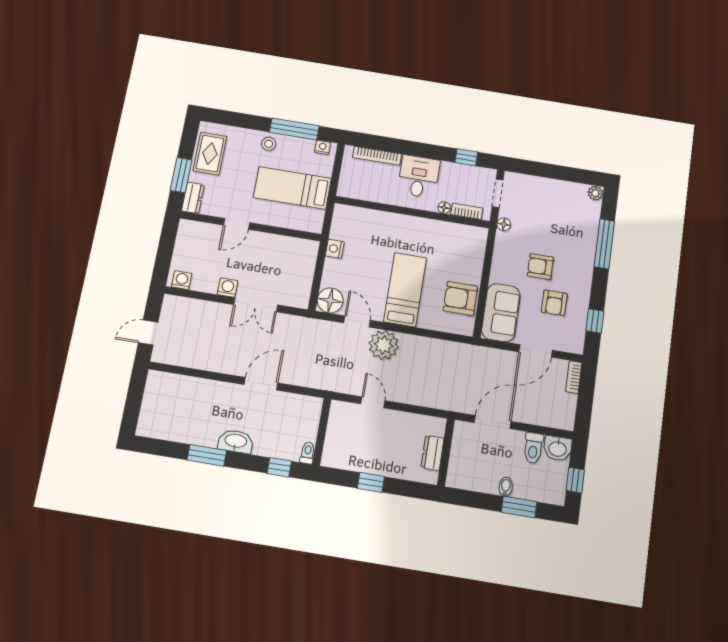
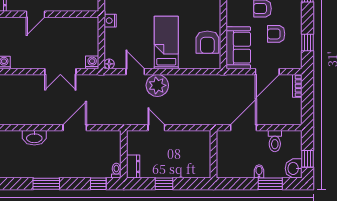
washing machine: (228, 288) -> (92, 62), moved
armchair: (460, 298) -> (207, 42), turned -90
floor lamp: (330, 300) -> (109, 64), width x0.53, depth x0.53
armchair: (554, 303) -> (276, 34), turned 90
washbasin: (236, 441) -> (34, 138), moved, turned 180
washbasin: (558, 448) -> (294, 168), moved, turned 90
dresser: (433, 453) -> (133, 166), moved, turned 180

